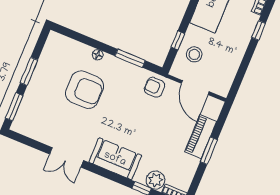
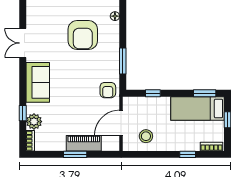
stool: (194, 54) -> (146, 136), moved
floor lamp: (98, 55) -> (115, 16), moved
armchair: (155, 87) -> (108, 90), turned 180

